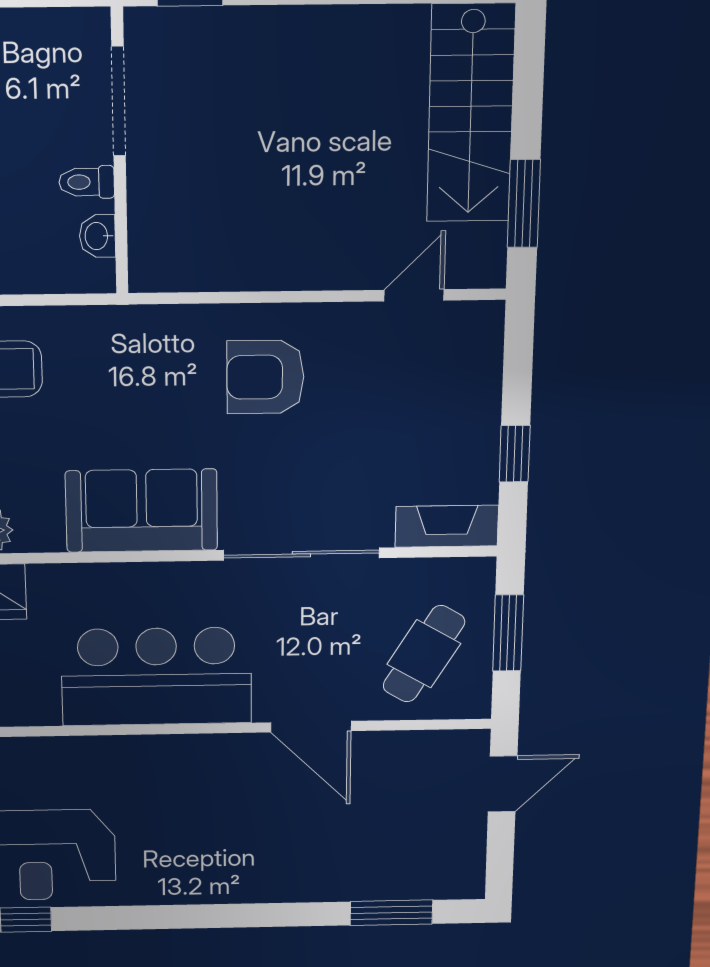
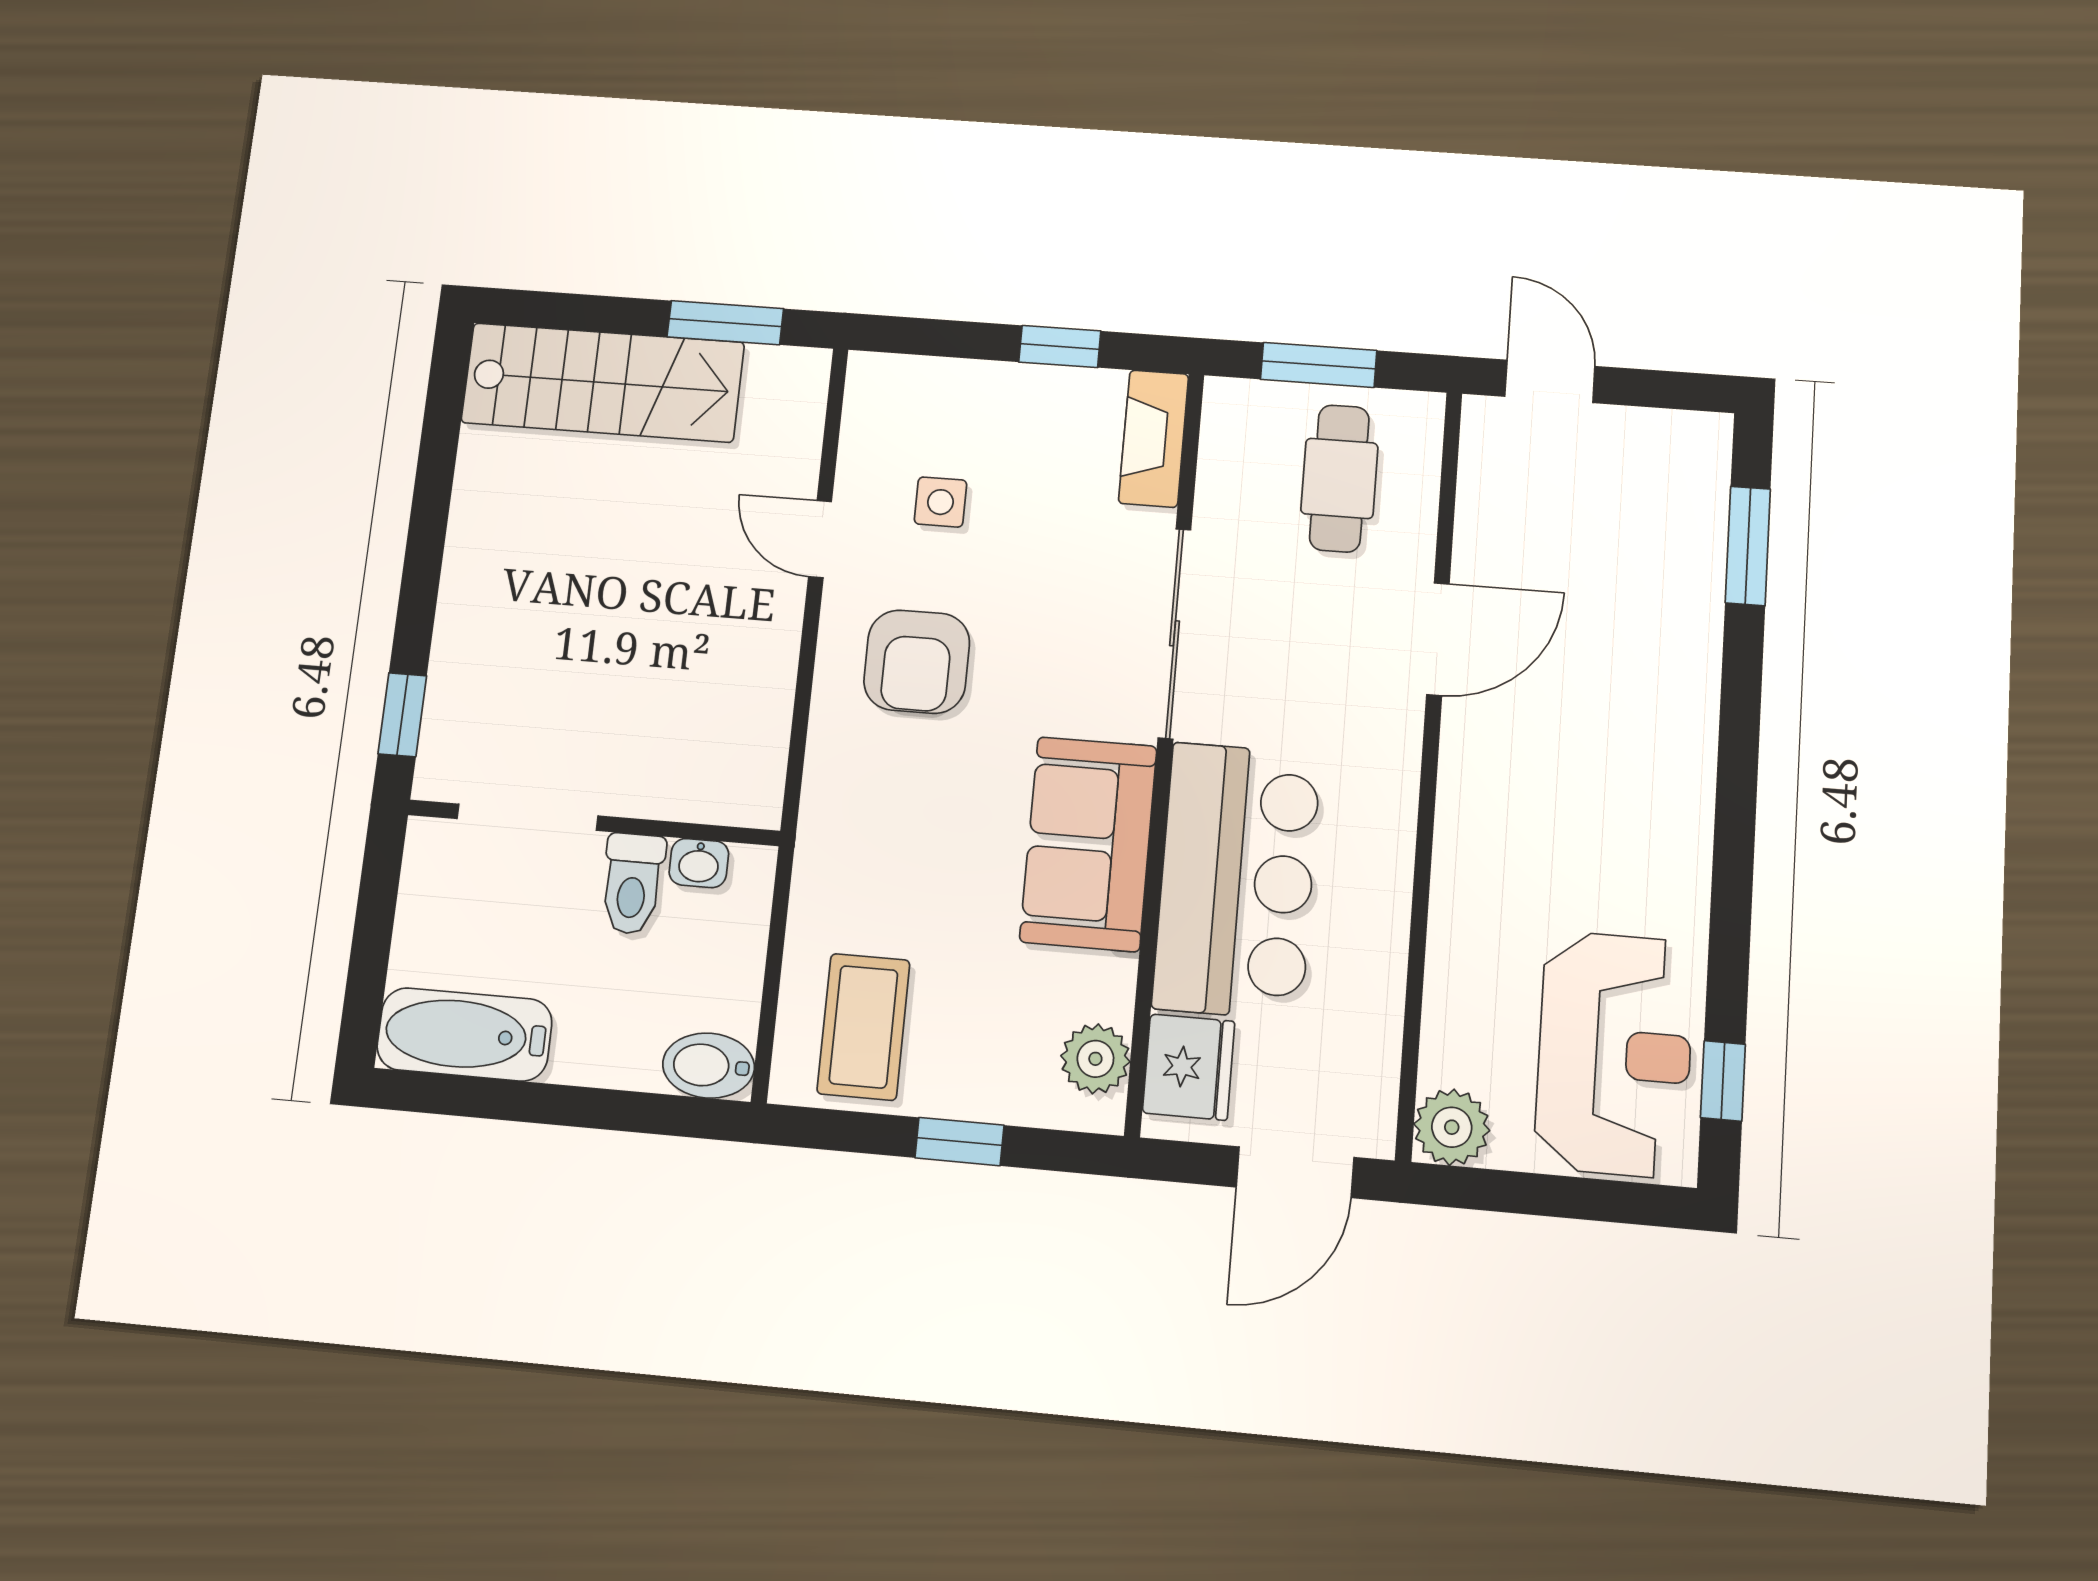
toilet: (87, 182) -> (632, 884), width x1.37, depth x1.39
door: (414, 295) -> (820, 539), moved
side table: (389, 381) -> (940, 502), added
cafe table: (424, 654) -> (1339, 478), turned 59
bar counter: (157, 676) -> (1237, 881), moved, turned 180

